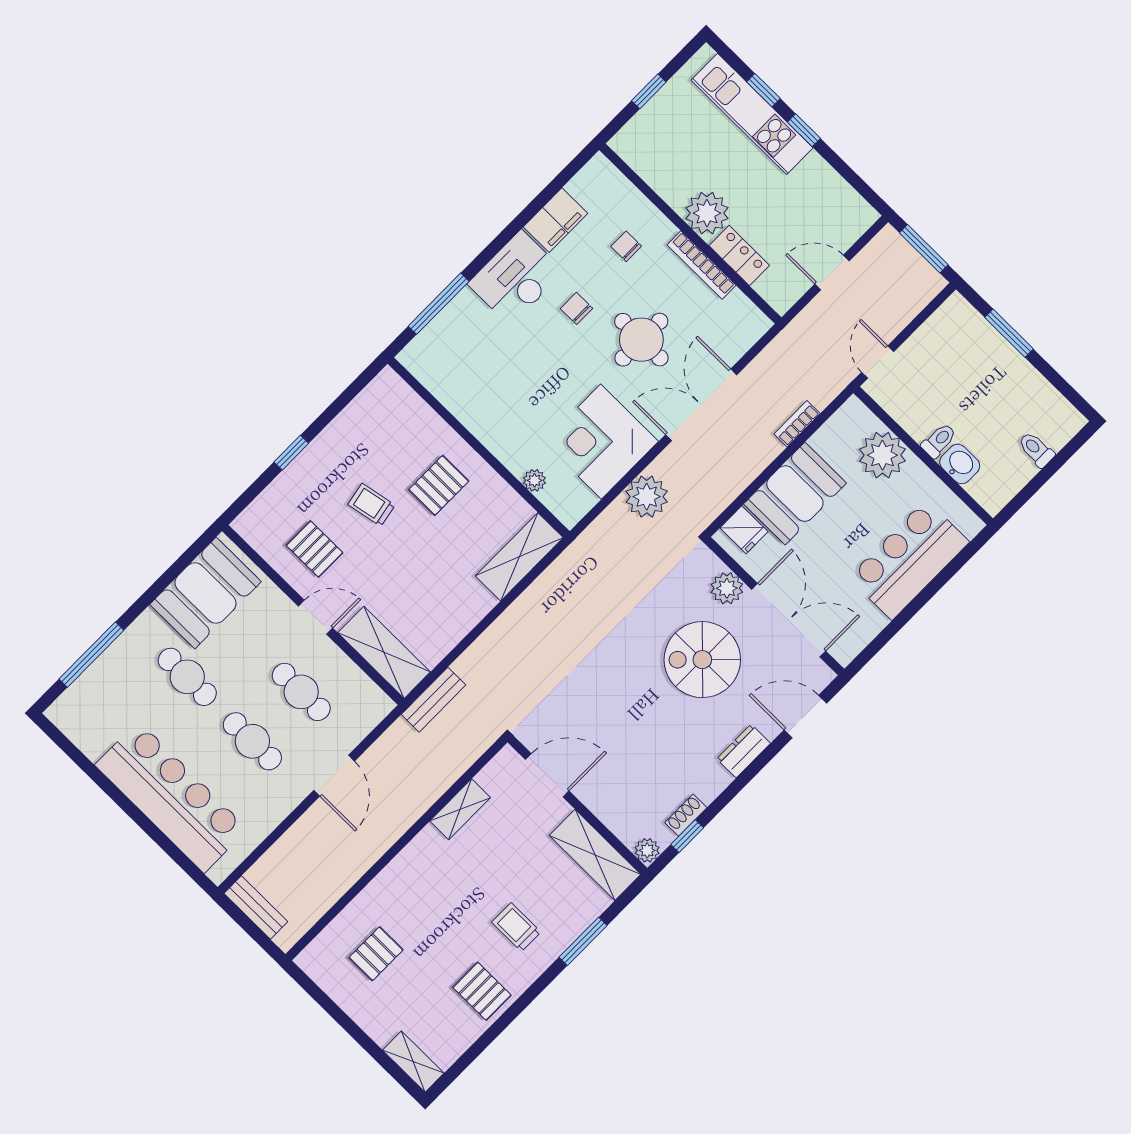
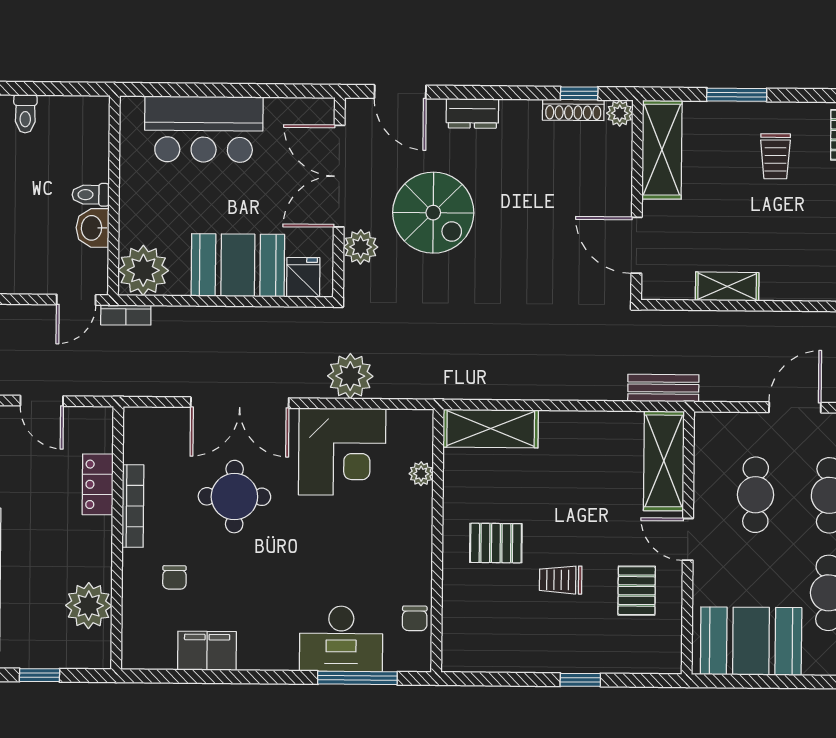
plant: (707, 213) -> (89, 606), moved
desk: (516, 278) -> (341, 639), moved
chair: (576, 308) -> (415, 618), moved
bookcase: (797, 424) -> (126, 315), moved
plant: (882, 455) -> (143, 270), moved
washbasin: (960, 464) -> (92, 228), moved
trolley: (371, 505) -> (561, 580), turned 101
shoe rack: (686, 815) -> (573, 110), width x1.43

